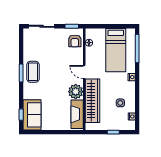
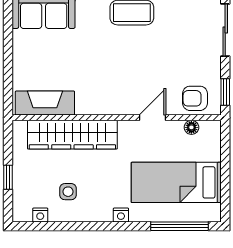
door: (84, 72) -> (152, 118), moved
plant: (76, 92) -> (91, 100), removed

